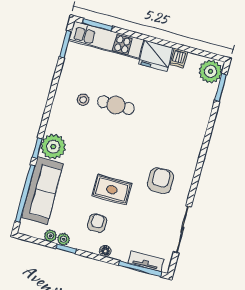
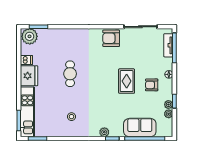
cafe table: (116, 105) -> (70, 74), moved
plant: (53, 147) -> (104, 132), width x0.53, depth x0.53
armchair: (160, 181) -> (111, 38), moved
sofa: (42, 191) -> (140, 128), width x0.73

